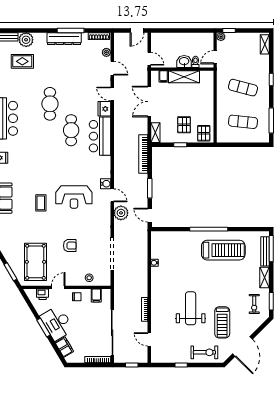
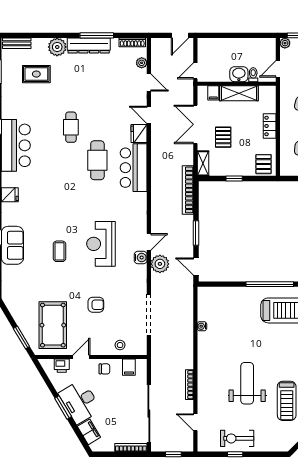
plant: (26, 40) -> (57, 47), moved
door: (149, 59) -> (195, 71), swing flipped
locker: (209, 103) -> (270, 126), added
cafe table: (50, 104) -> (71, 127), width x0.73, depth x0.74
pallet: (184, 125) -> (223, 137), moved
water cooler: (106, 184) -> (141, 258), moved
door: (112, 195) -> (149, 242), hinge flipped
reception desk: (74, 197) -> (101, 244), turned 90
exercise bike: (204, 352) -> (237, 438), moved, turned 180

